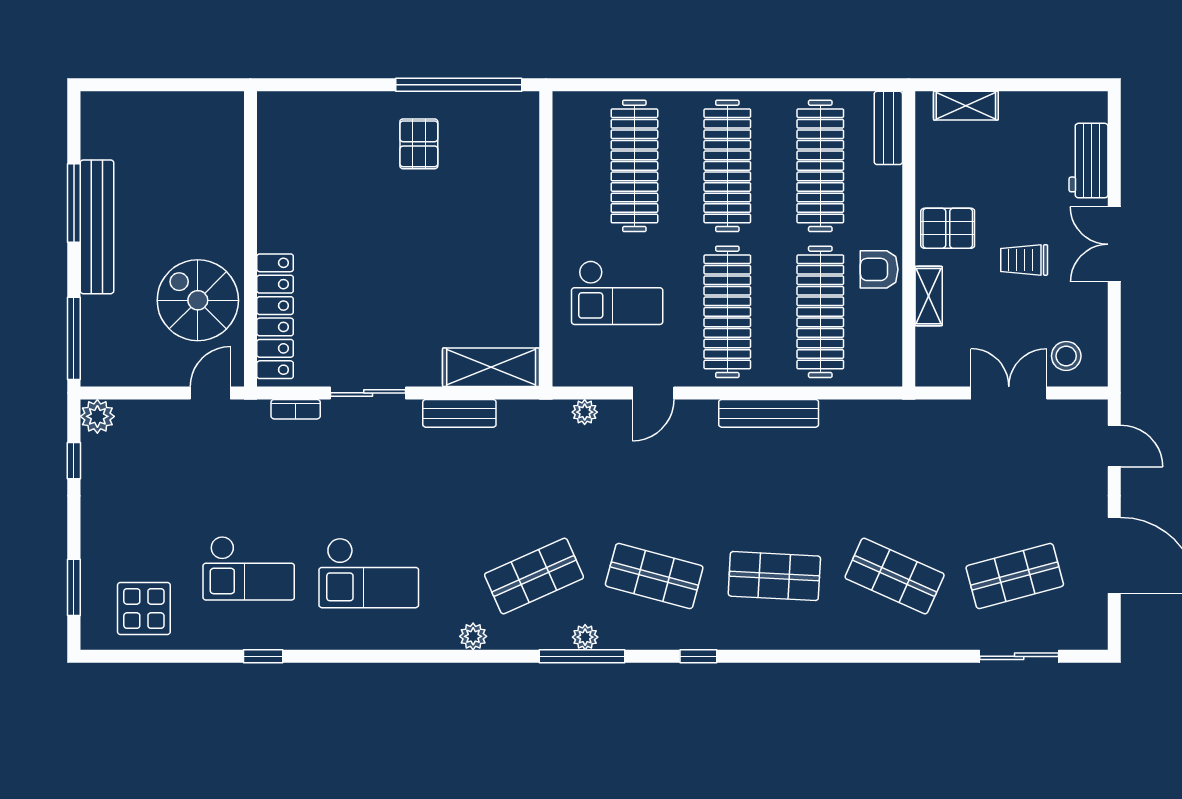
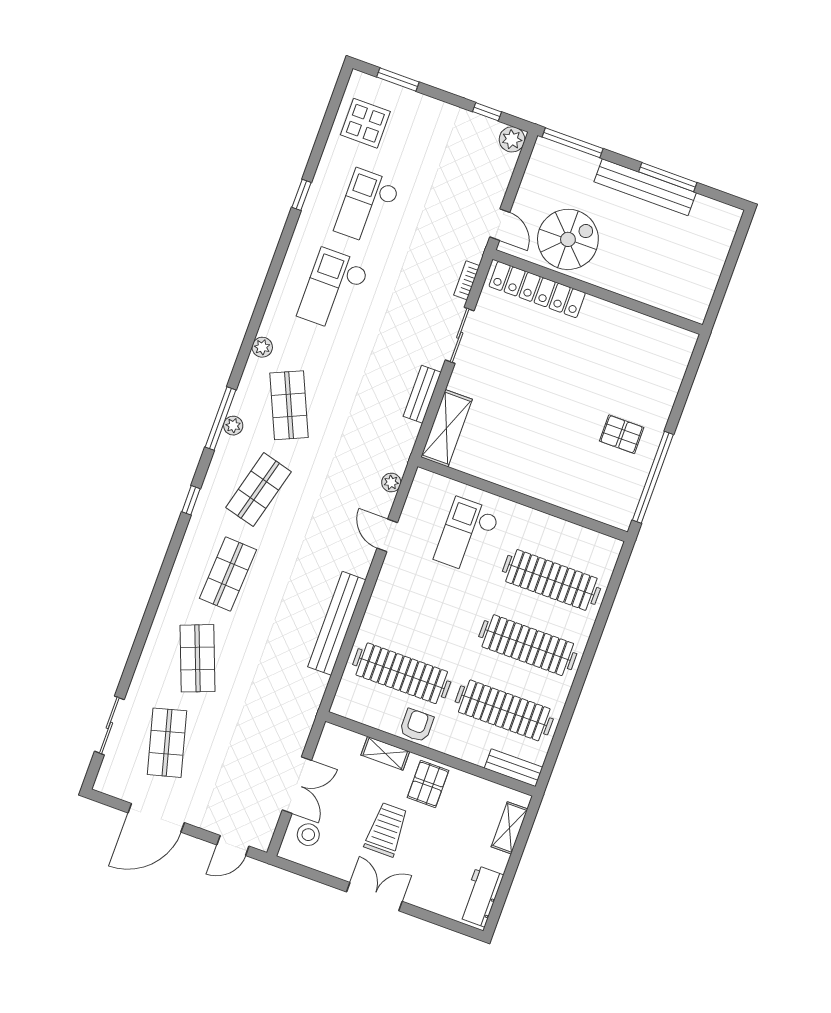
workbench: (1089, 161) -> (481, 896), moved, turned -90
trolley: (1024, 260) -> (386, 830), width x1.36, depth x1.39
clothes rail: (727, 312) -> (425, 608), removed
bench: (769, 413) -> (337, 623), width x1.37, depth x1.21
shop shelf: (895, 576) -> (197, 658), turned -45

